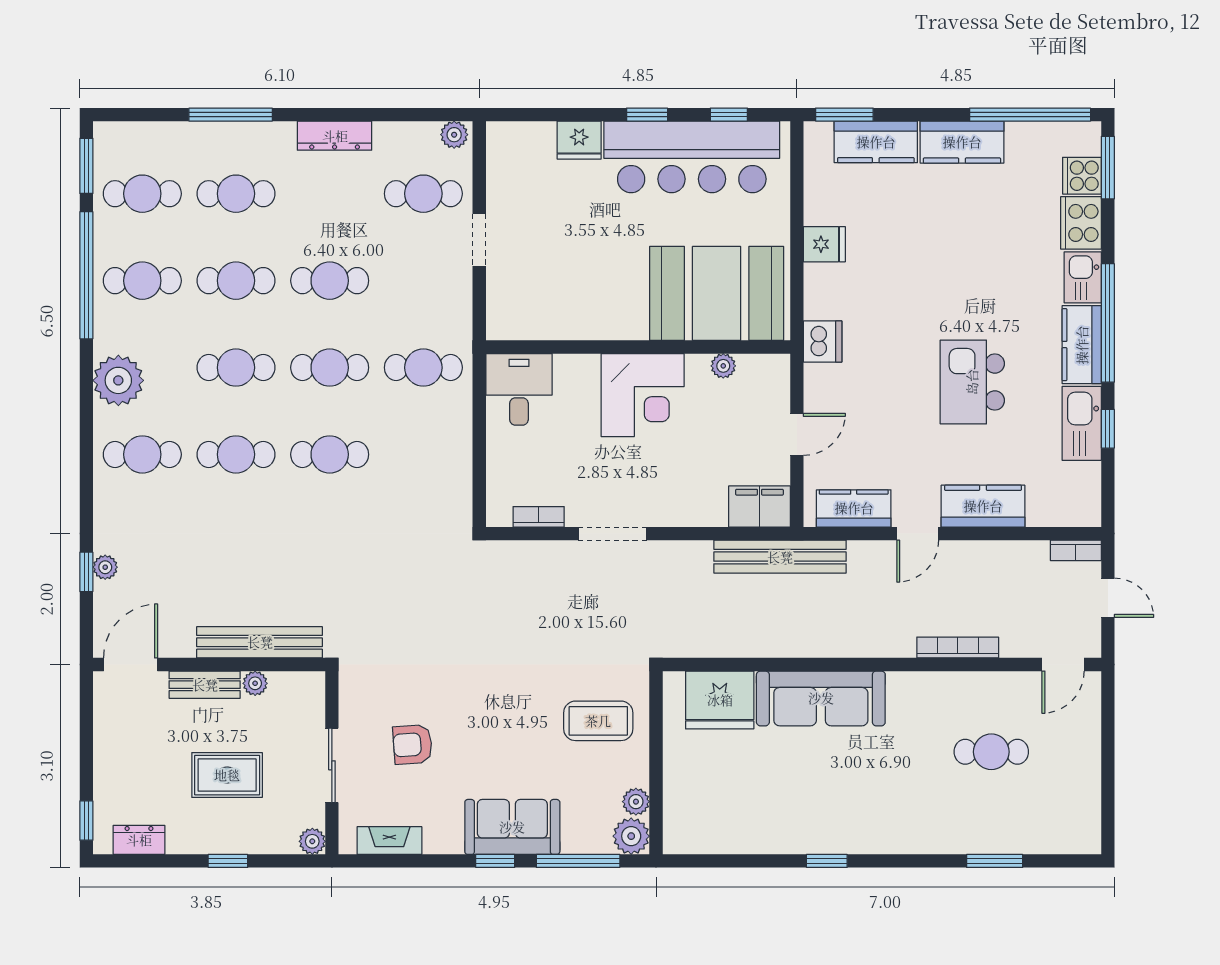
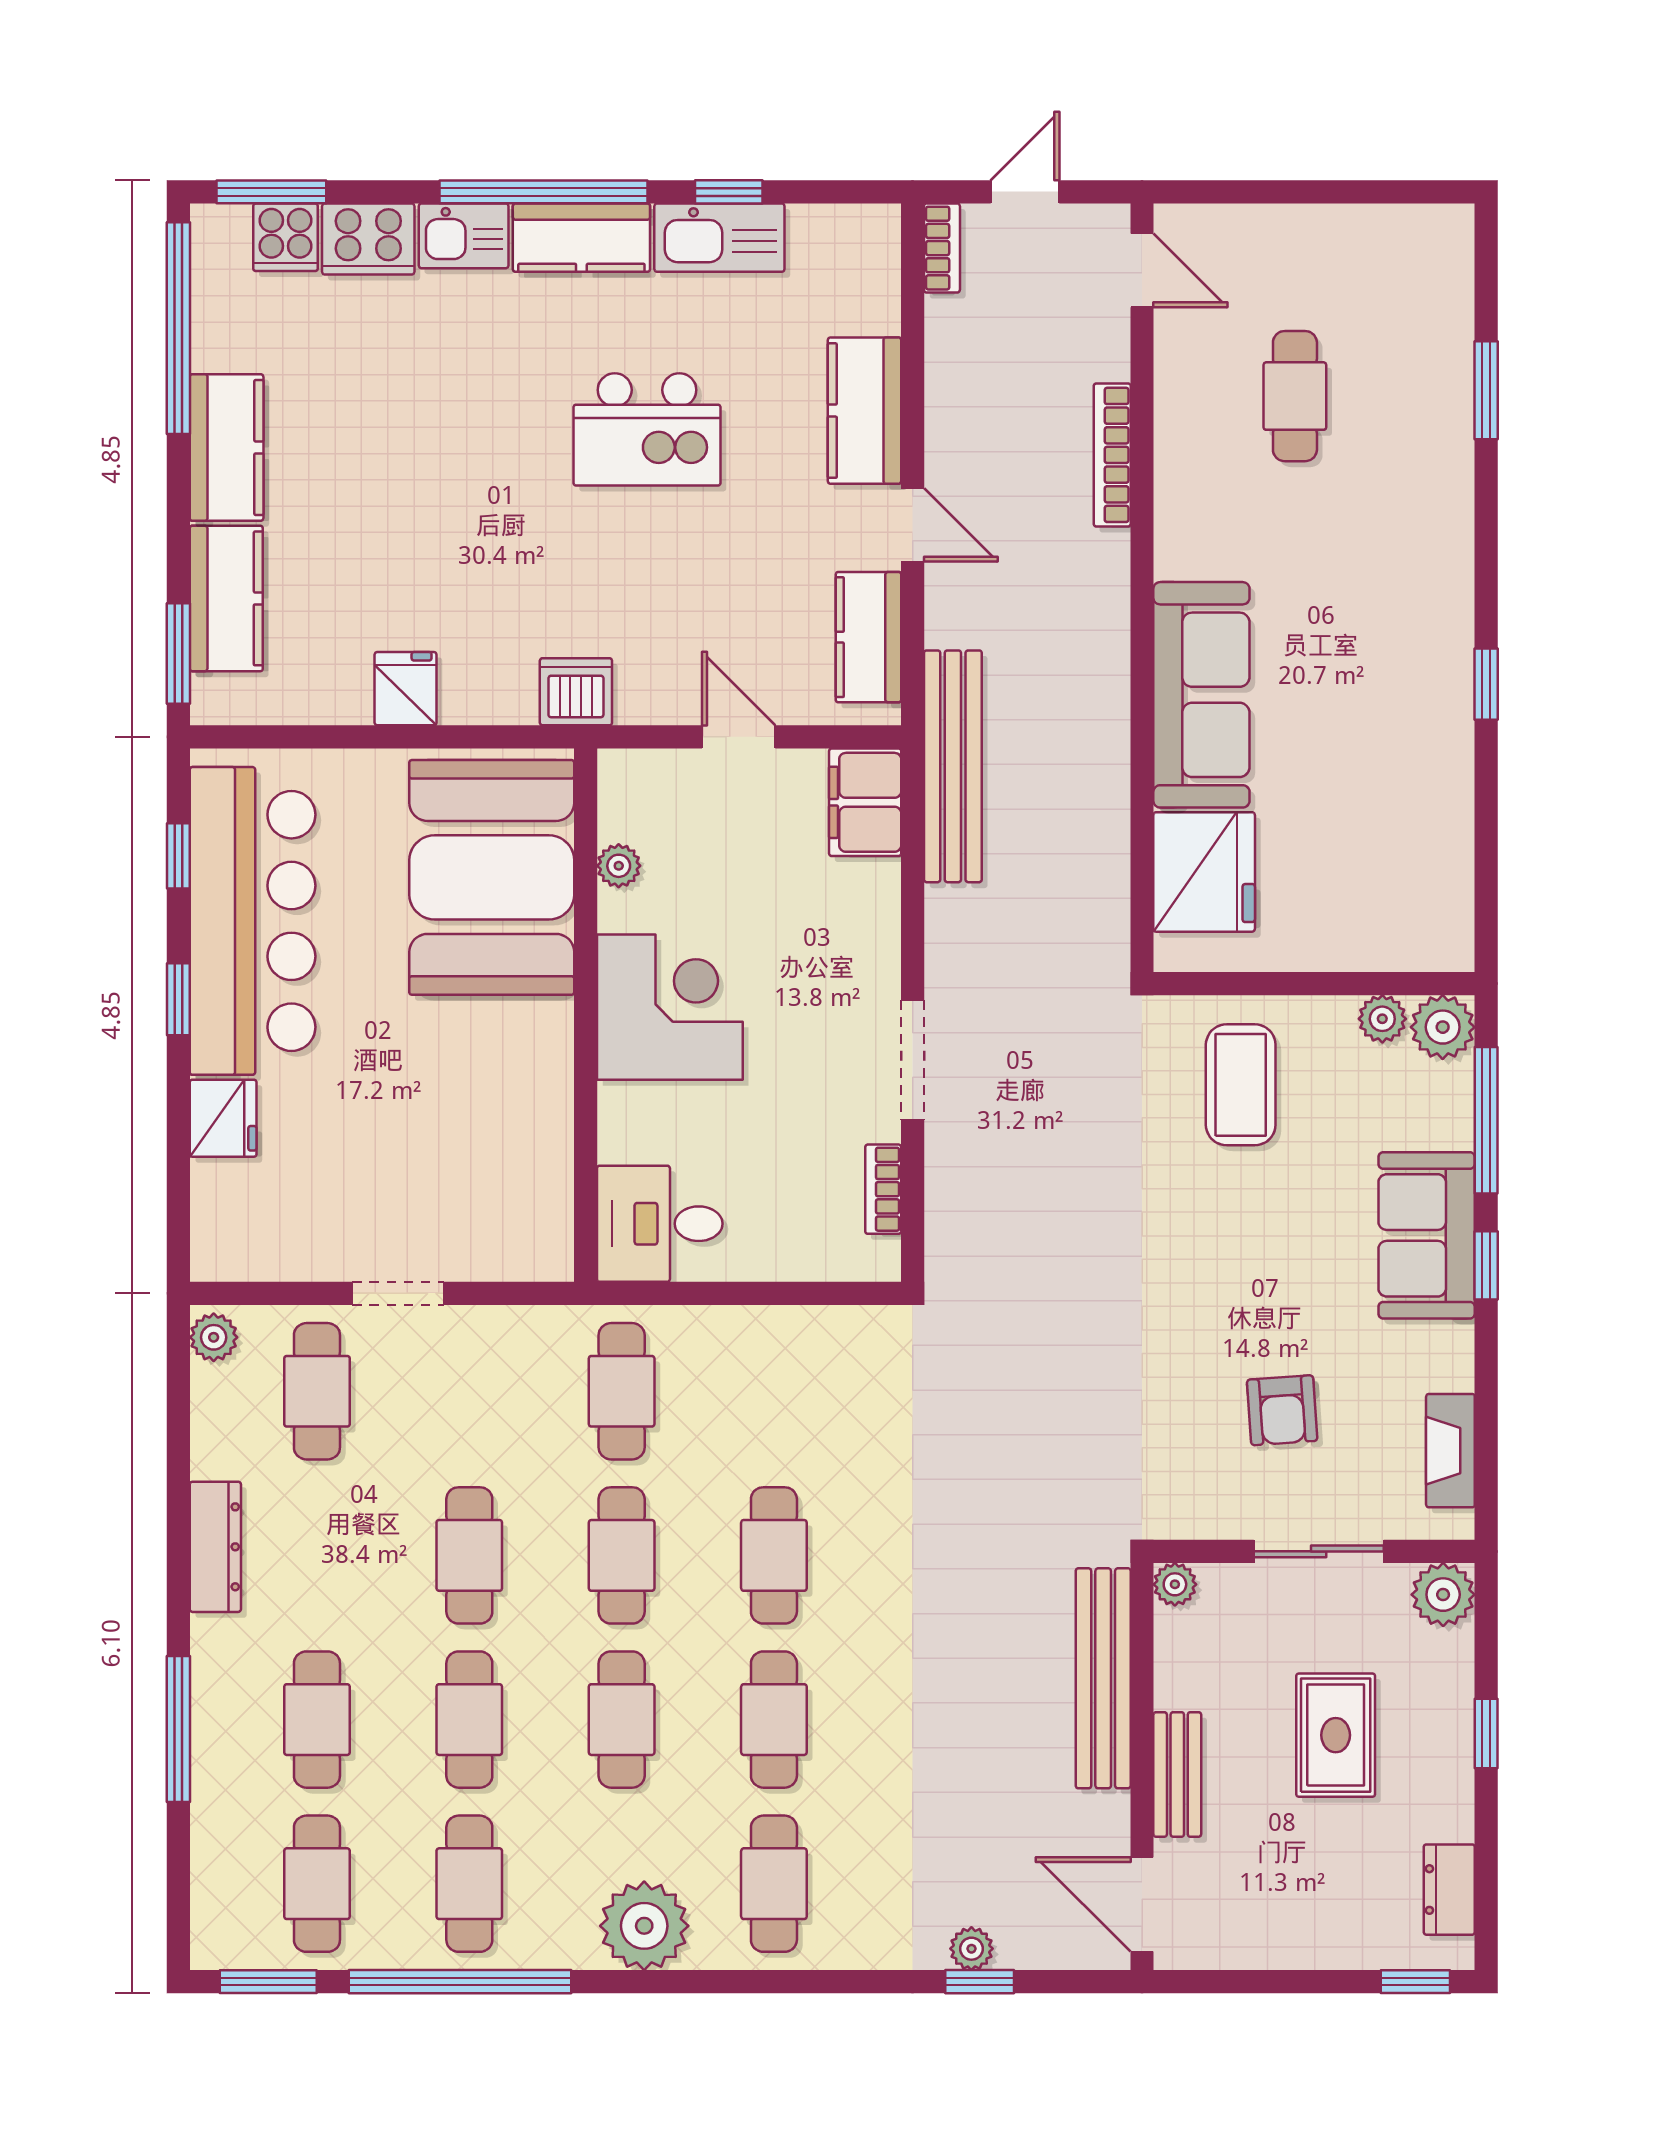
plant: (255, 683) -> (1175, 1584), moved
plant: (312, 841) -> (1443, 1595), width x1.38, depth x1.38

